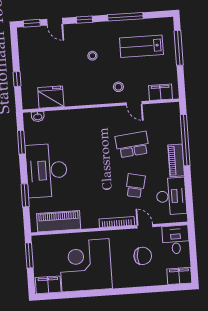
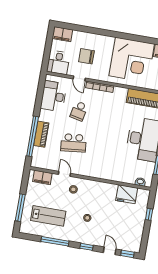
piano: (176, 160) -> (41, 134), moved

